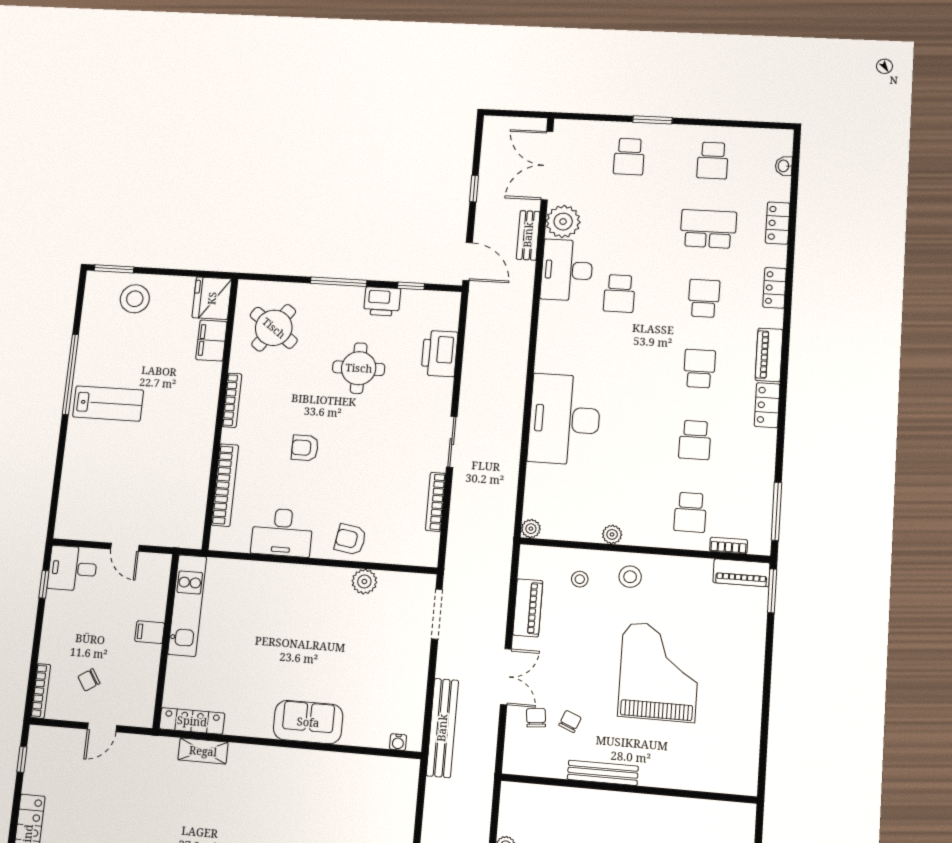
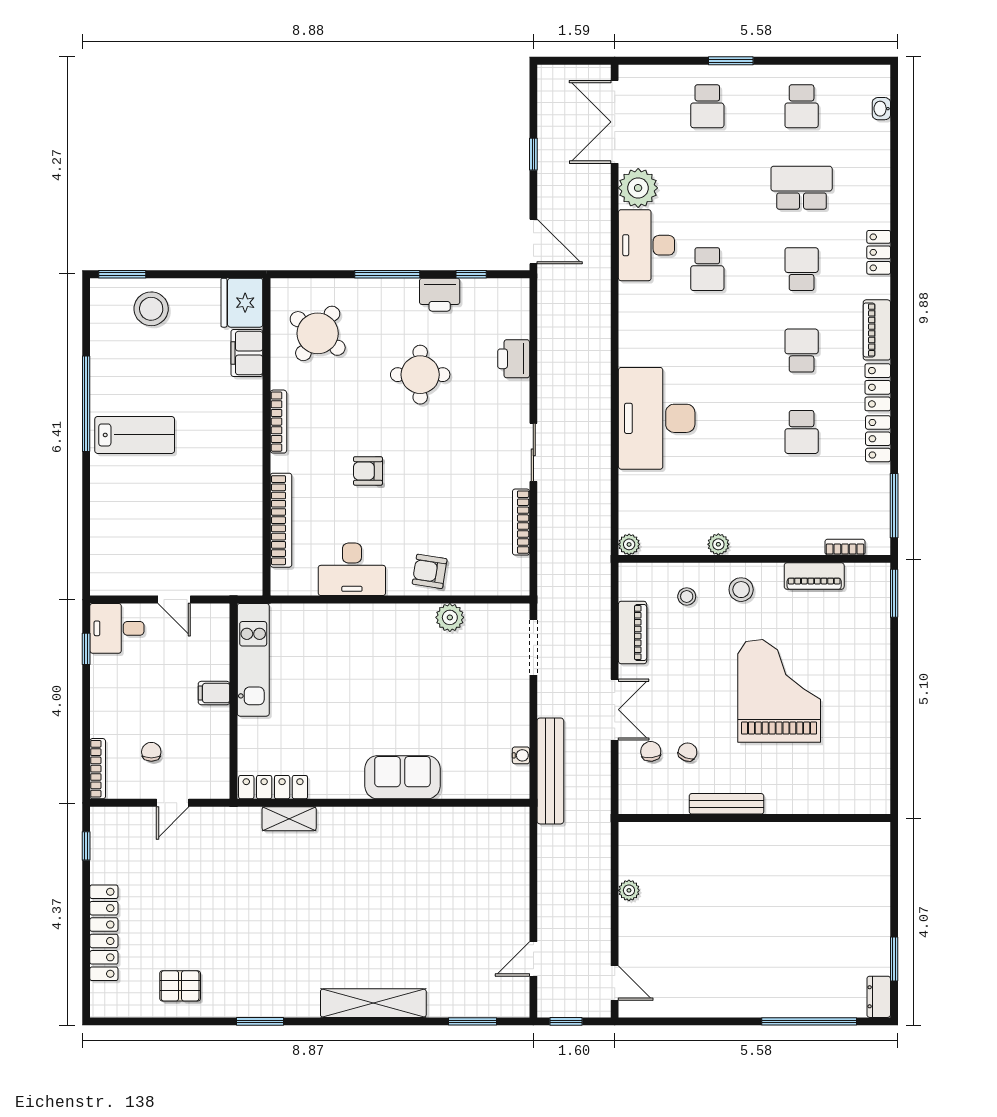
locker: (778, 223) -> (878, 439), moved
bench: (528, 235) -> (600, 207), removed
printer: (439, 353) -> (514, 359), width x0.73, depth x0.84
school desk: (690, 512) -> (802, 513), removed
piano: (741, 573) -> (814, 576), moved
chair: (89, 680) -> (151, 752), turned 123
water cooler: (398, 742) -> (521, 755), moved, turned -90

